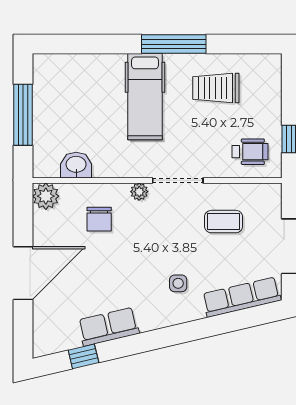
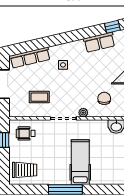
trolley: (216, 88) -> (25, 170), moved

